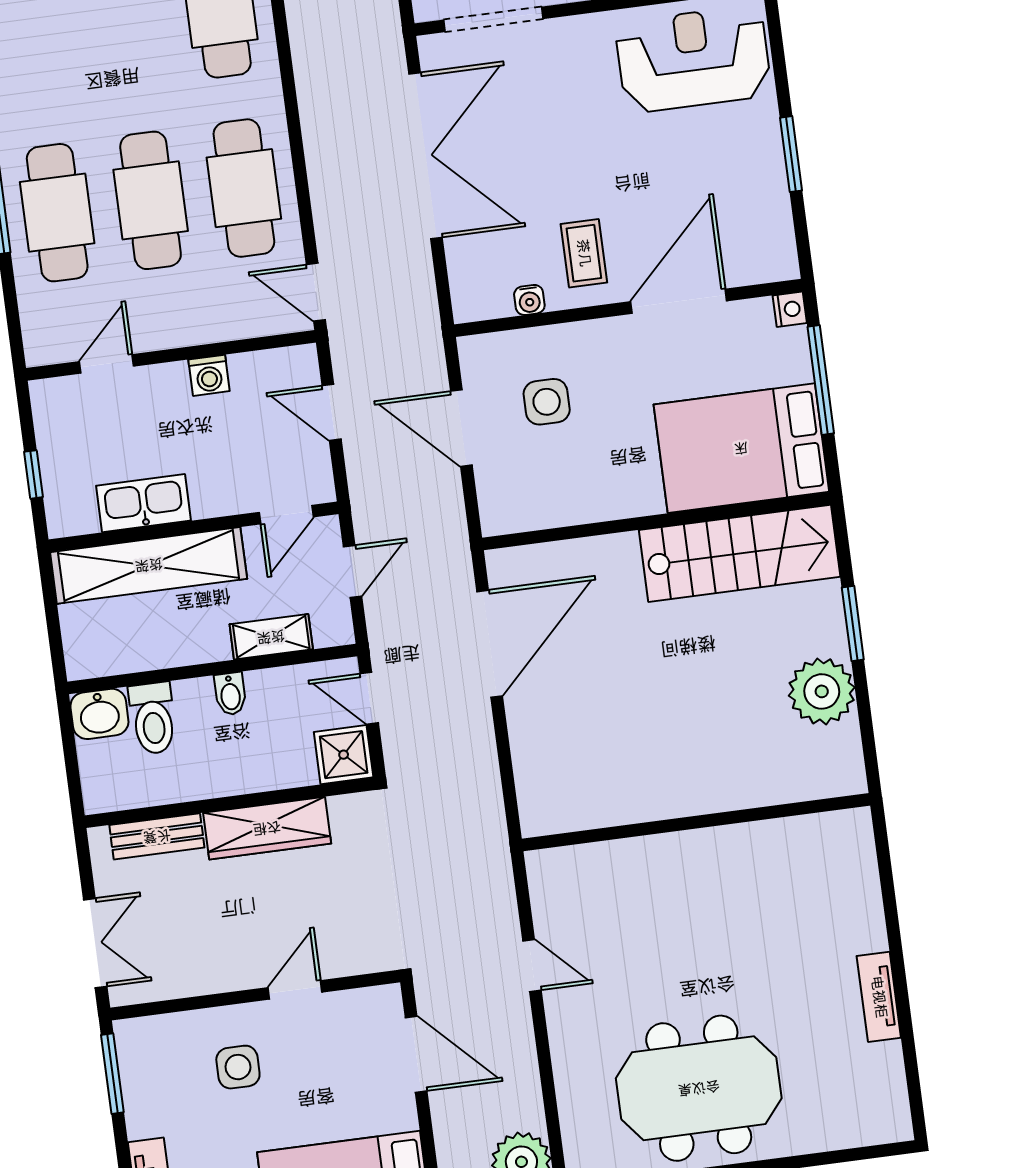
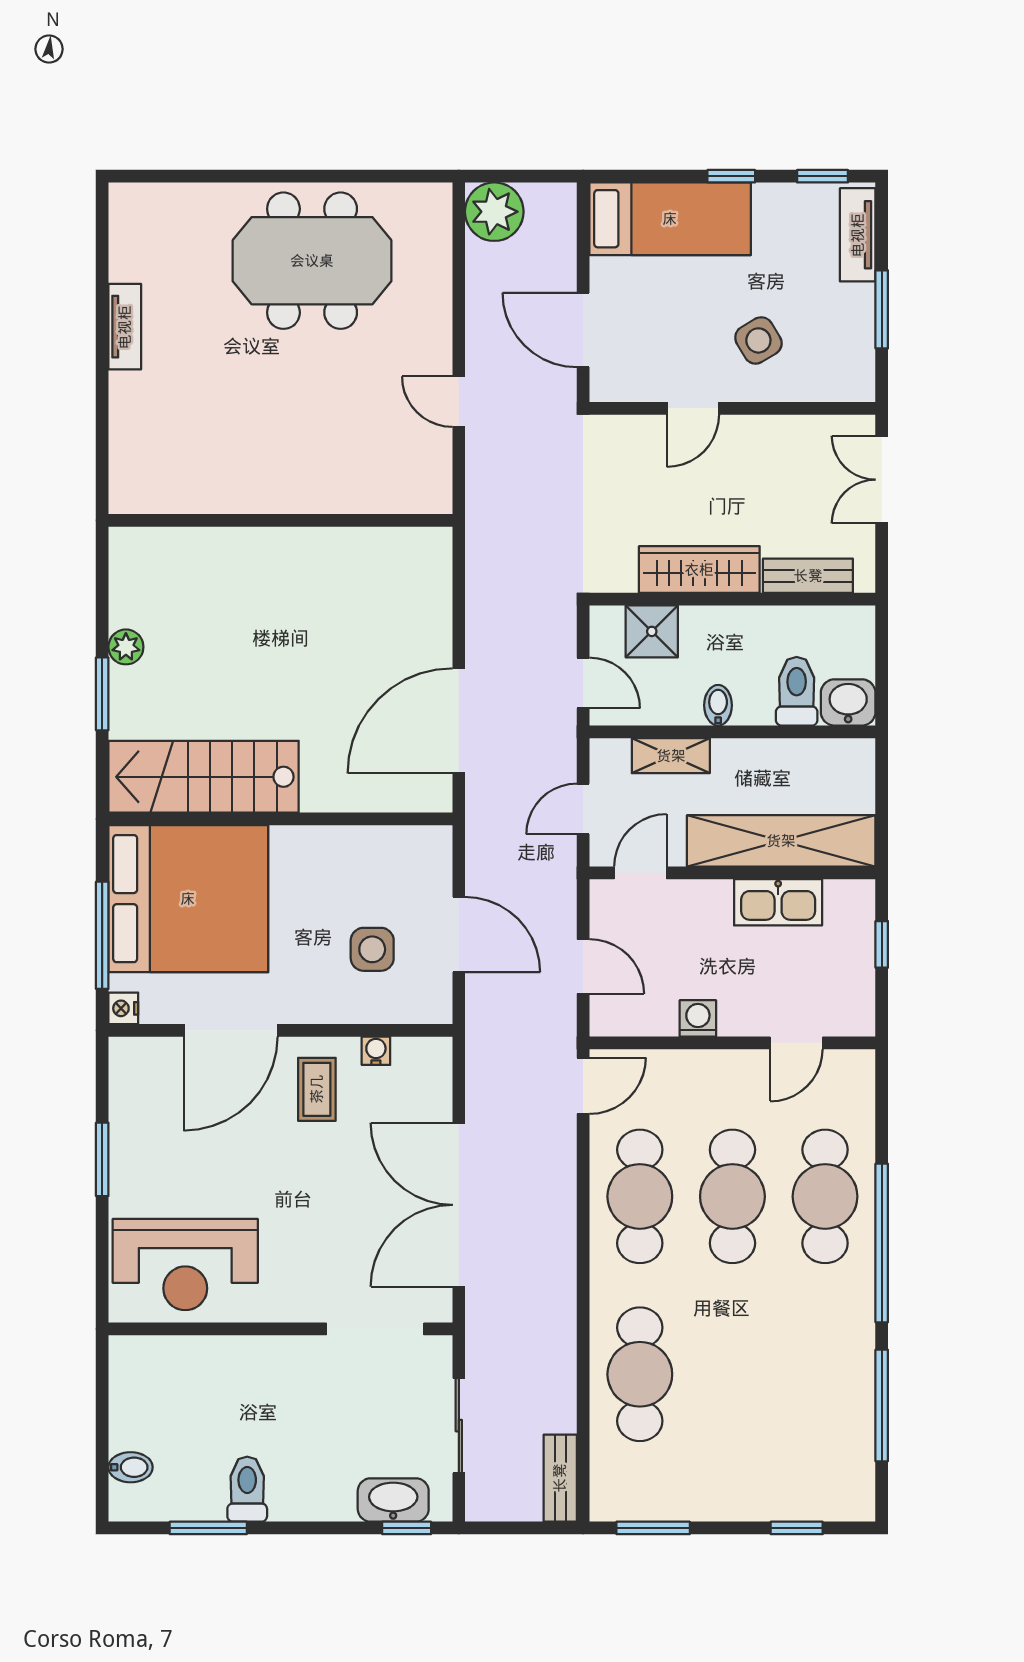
door: (316, 292) -> (583, 1086), hinge flipped
bed: (741, 448) -> (188, 899), width x1.36
plant: (822, 691) -> (126, 647), width x0.53, depth x0.53
shower: (344, 755) -> (652, 631), moved
side table: (238, 1067) -> (758, 340), turned -31
window: (112, 1074) -> (882, 309), moved

